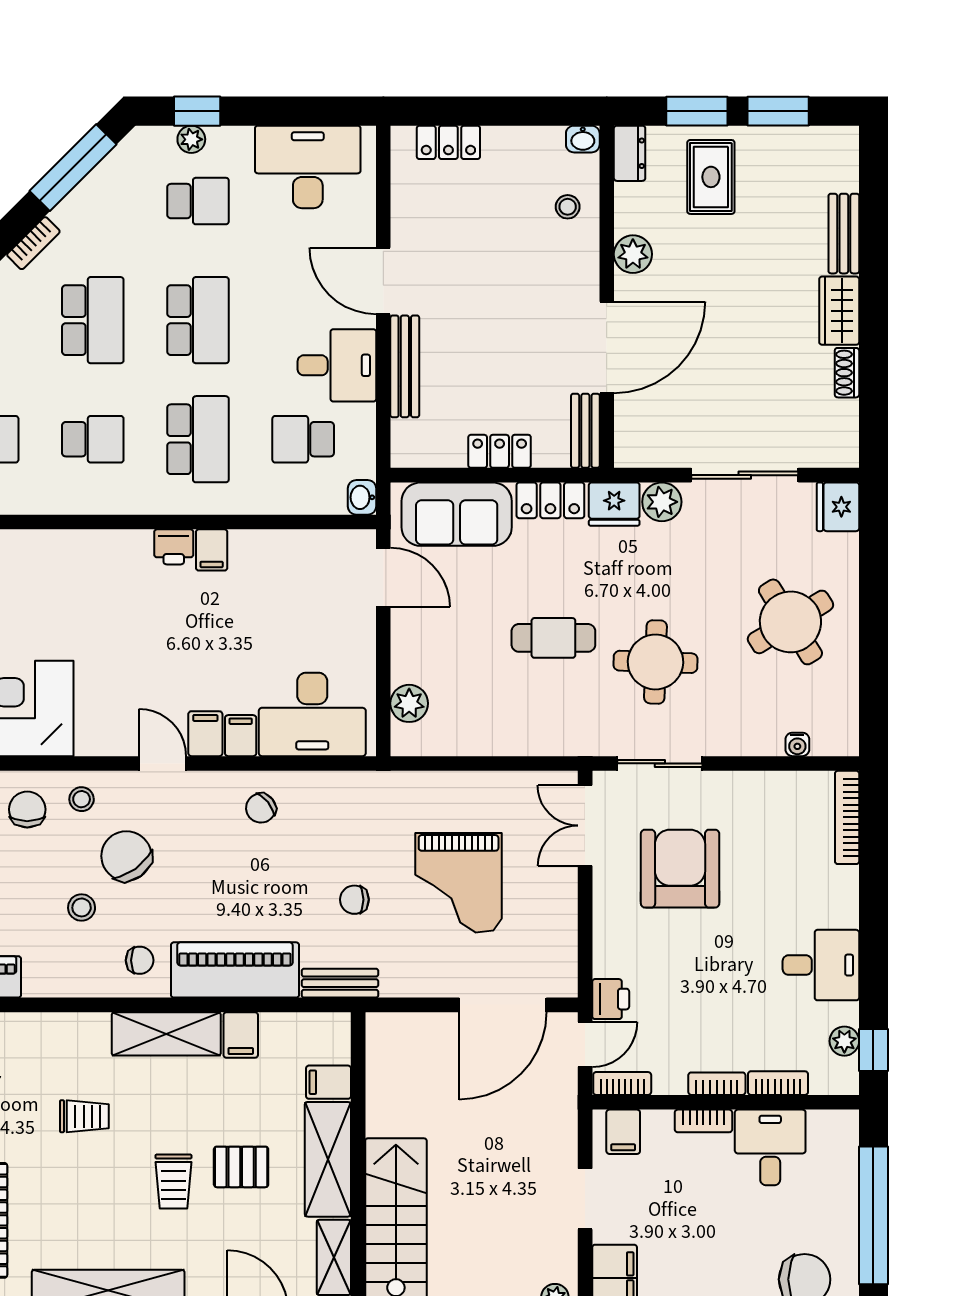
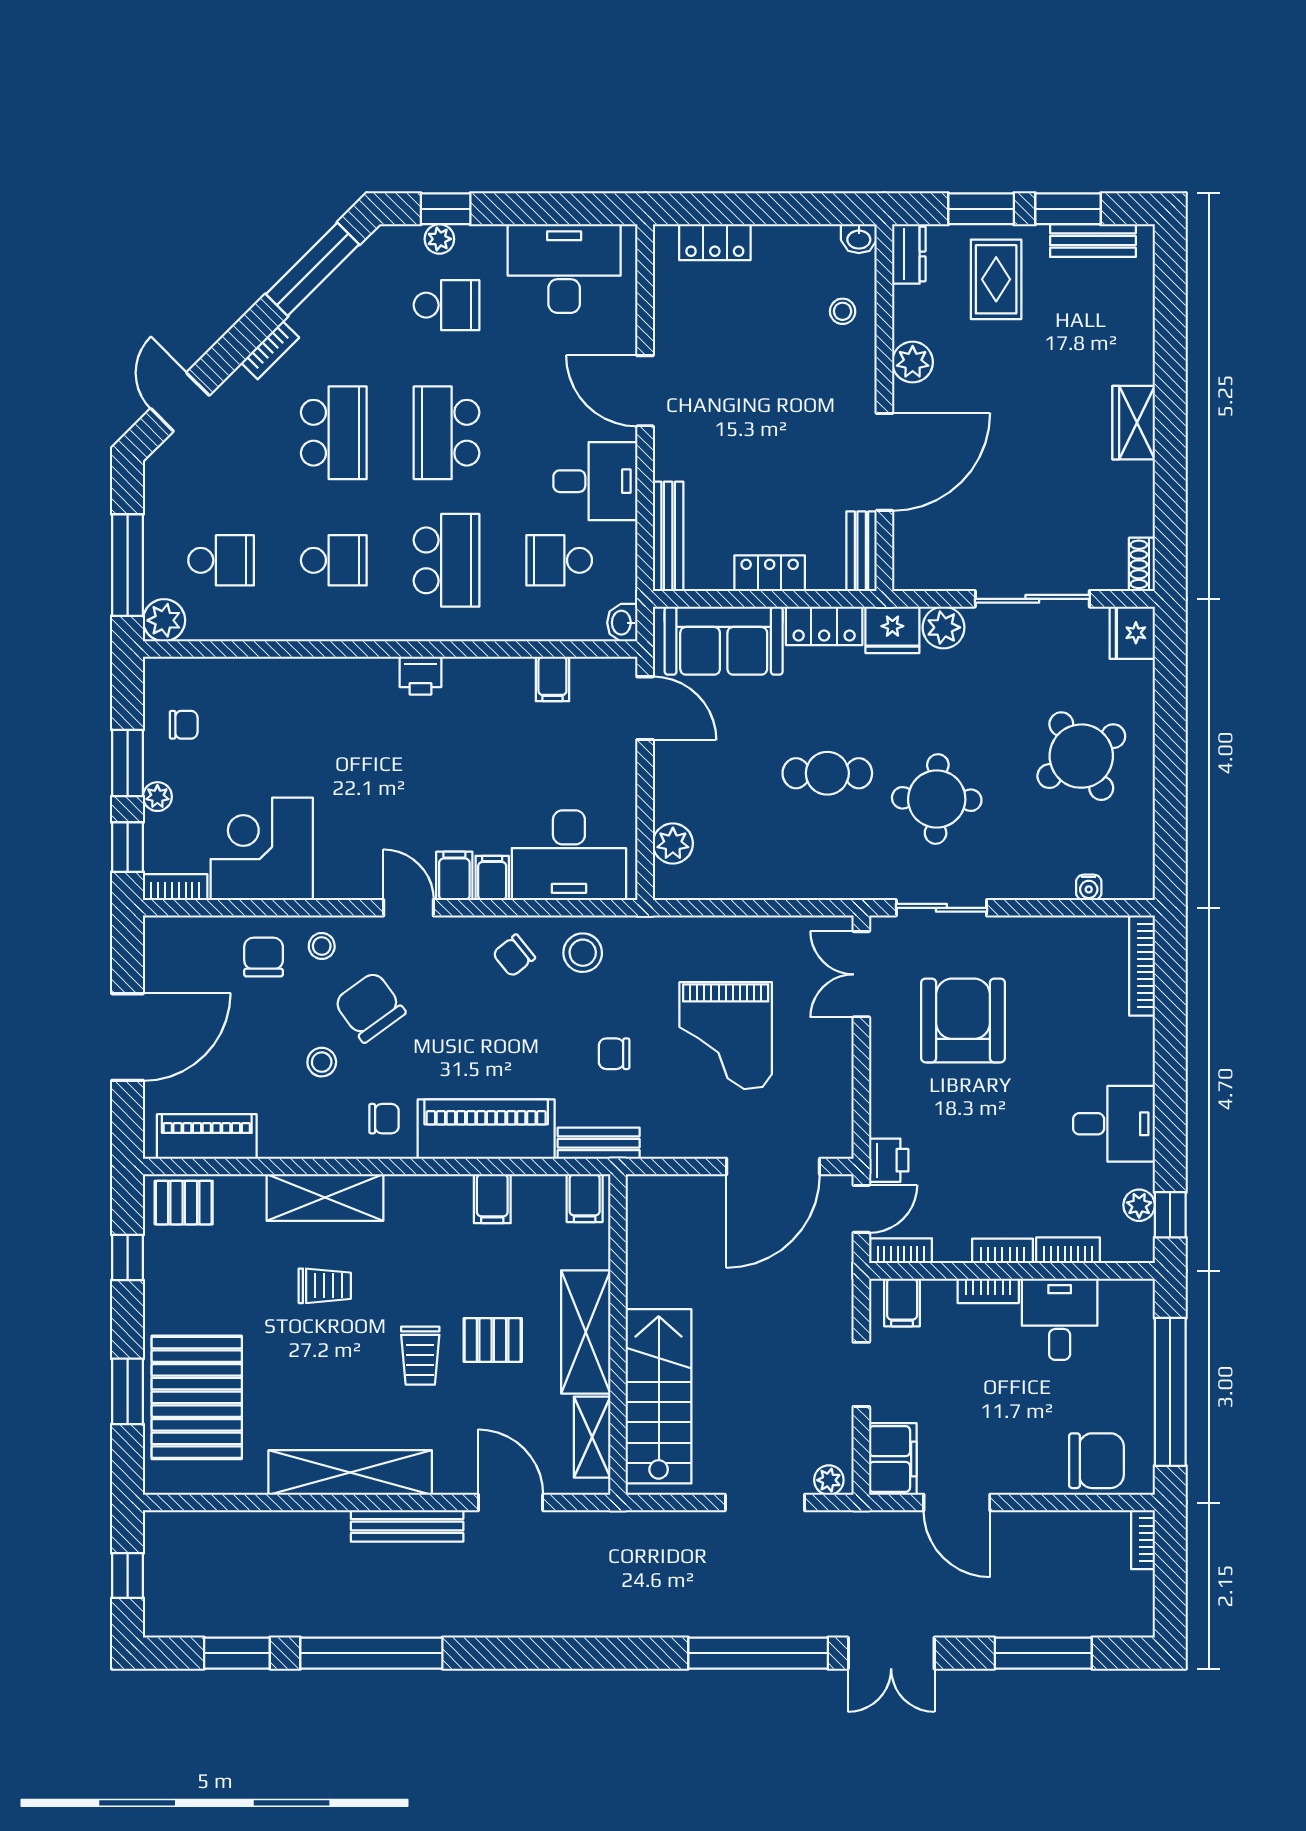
bench: (844, 234) -> (1093, 241), moved, turned 90
school desk: (198, 320) -> (446, 433), turned 180
bench: (405, 366) -> (668, 536), moved
shoe rack: (847, 373) -> (1142, 564), moved
filing cabinet: (212, 550) -> (552, 679), moved
stool: (325, 805) -> (583, 953), added
shelving: (166, 1034) -> (325, 1198), moved
filing cabinet: (329, 1082) -> (585, 1198), moved, turned -90

